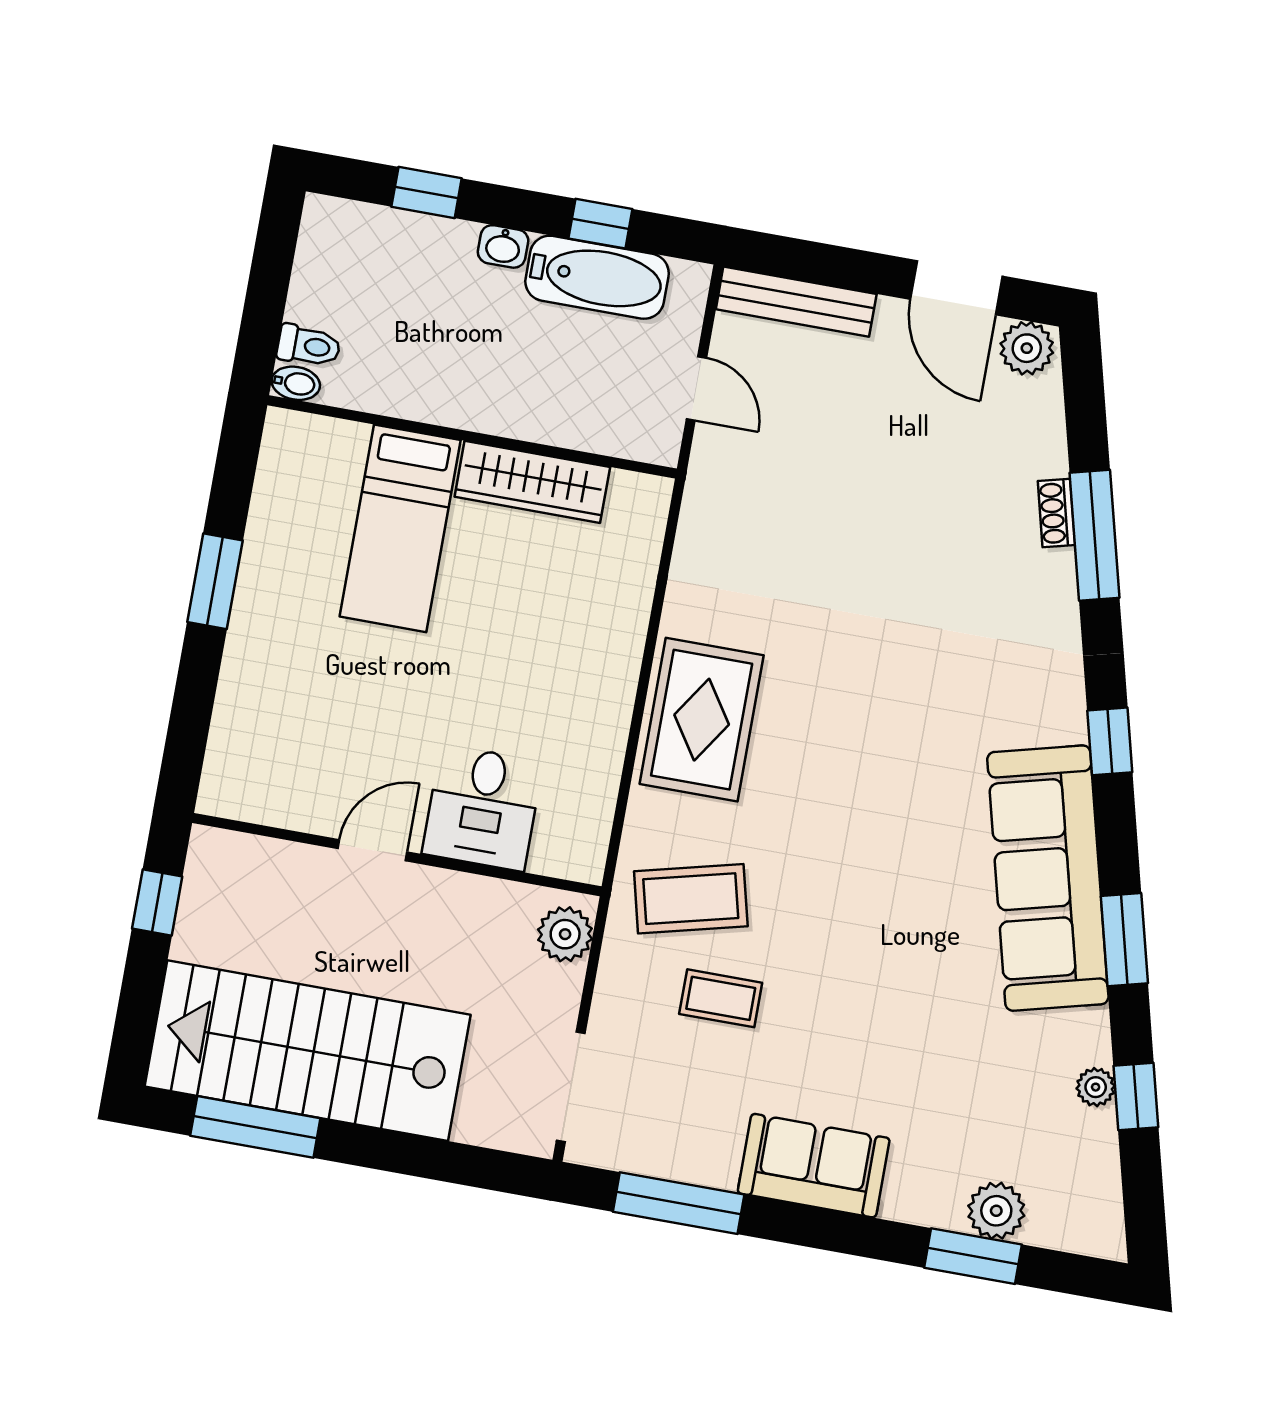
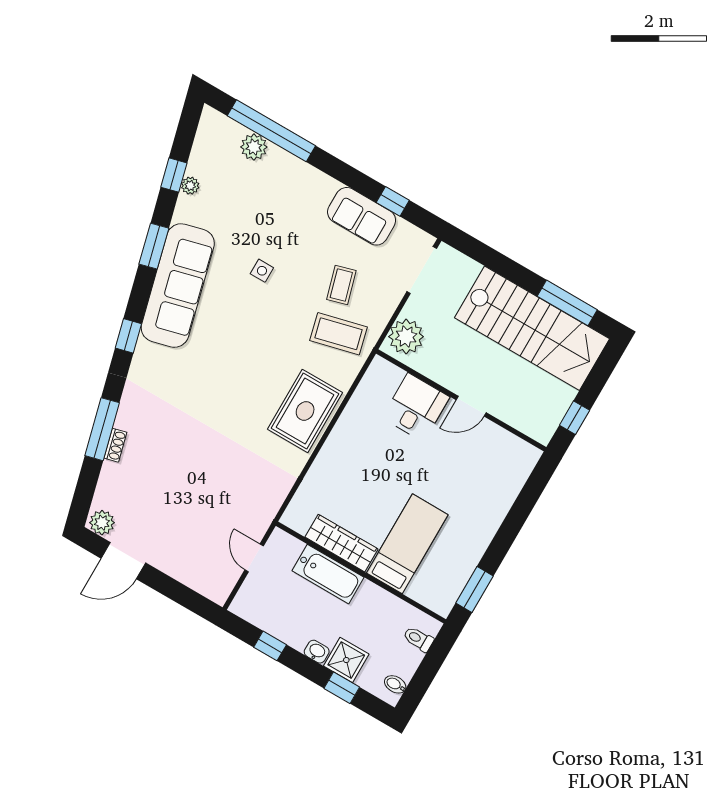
shower: (438, 251) -> (346, 660), added
bathtub: (597, 277) -> (328, 574), moved, turned 180
door: (956, 288) -> (123, 561), swing flipped
bench: (796, 302) -> (196, 580), removed
bidet: (296, 383) -> (395, 684), moved
window: (215, 581) -> (475, 589), moved
plant: (565, 934) -> (406, 337), width x1.36, depth x1.36
side table: (890, 969) -> (262, 271), added
coffee table: (721, 998) -> (341, 285), turned 74
sofa: (814, 1166) -> (362, 216), moved
window: (679, 1203) -> (393, 201), width x0.46
window: (973, 1256) -> (271, 131), width x2.11

